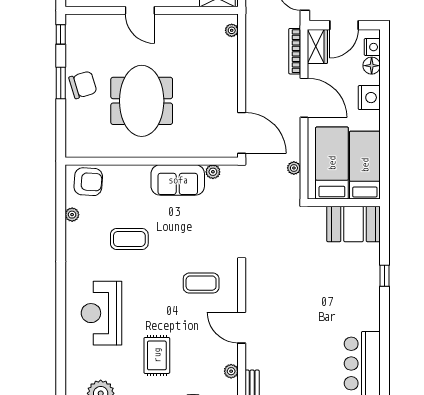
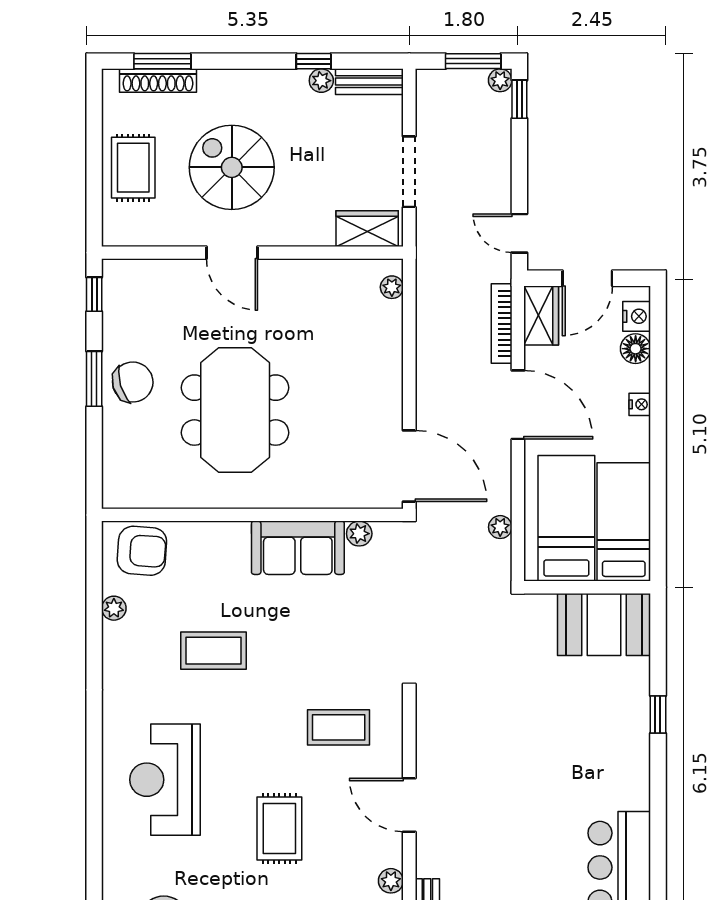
nightstand: (369, 98) -> (640, 404), width x0.53, depth x0.56
rug: (157, 355) -> (279, 828), moved

